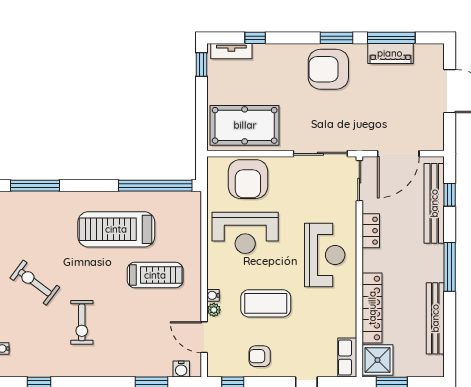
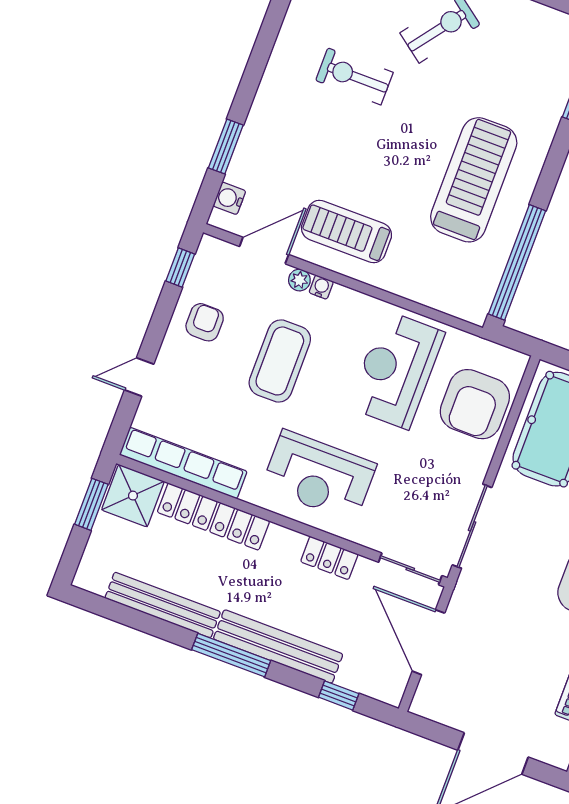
armchair: (248, 179) -> (475, 404), turned -90
bench: (434, 203) -> (278, 647), moved
treadmill: (155, 275) -> (346, 232), moved, turned 90
row of seats: (347, 358) -> (183, 463), width x2.02

